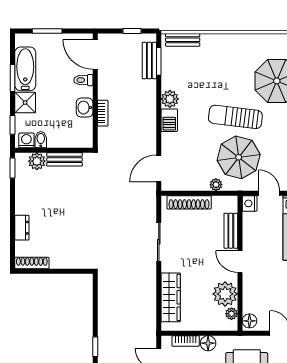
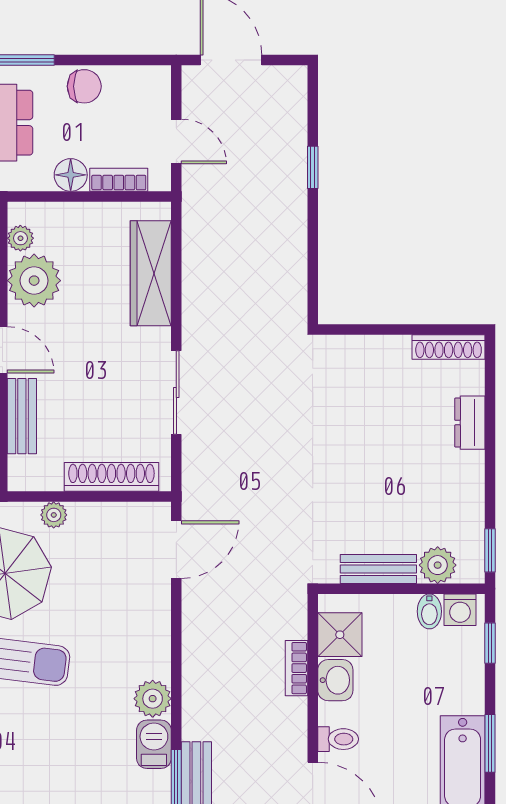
shower: (25, 103) -> (340, 635), moved
barbecue: (169, 120) -> (154, 744), moved

